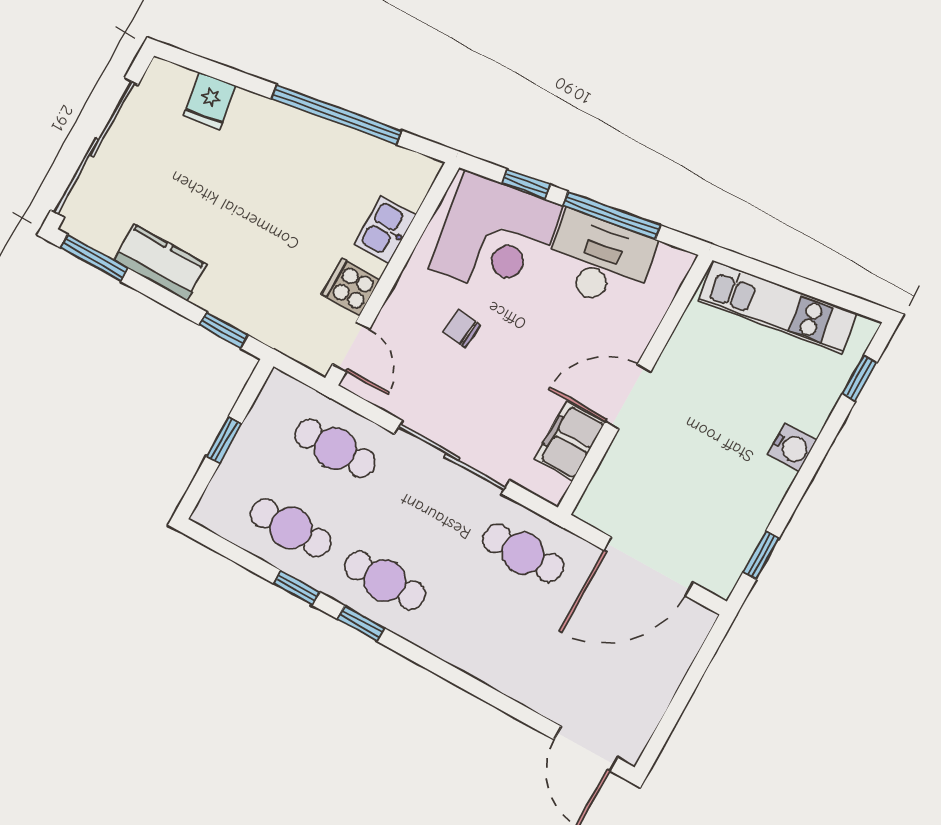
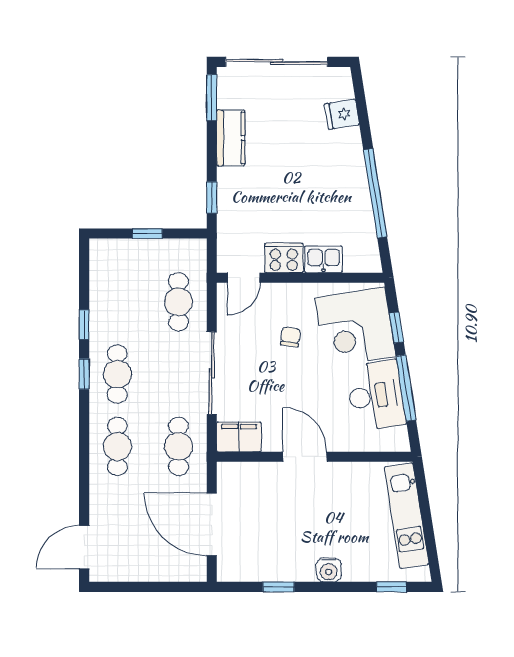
cooker: (351, 287) -> (284, 258), width x1.36
filing cabinet: (570, 440) -> (239, 437), moved
cafe table: (291, 528) -> (117, 446), moved
window: (761, 555) -> (278, 587), moved

